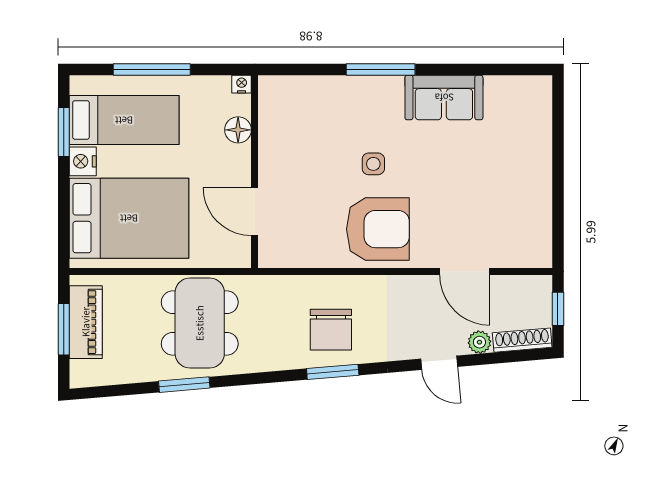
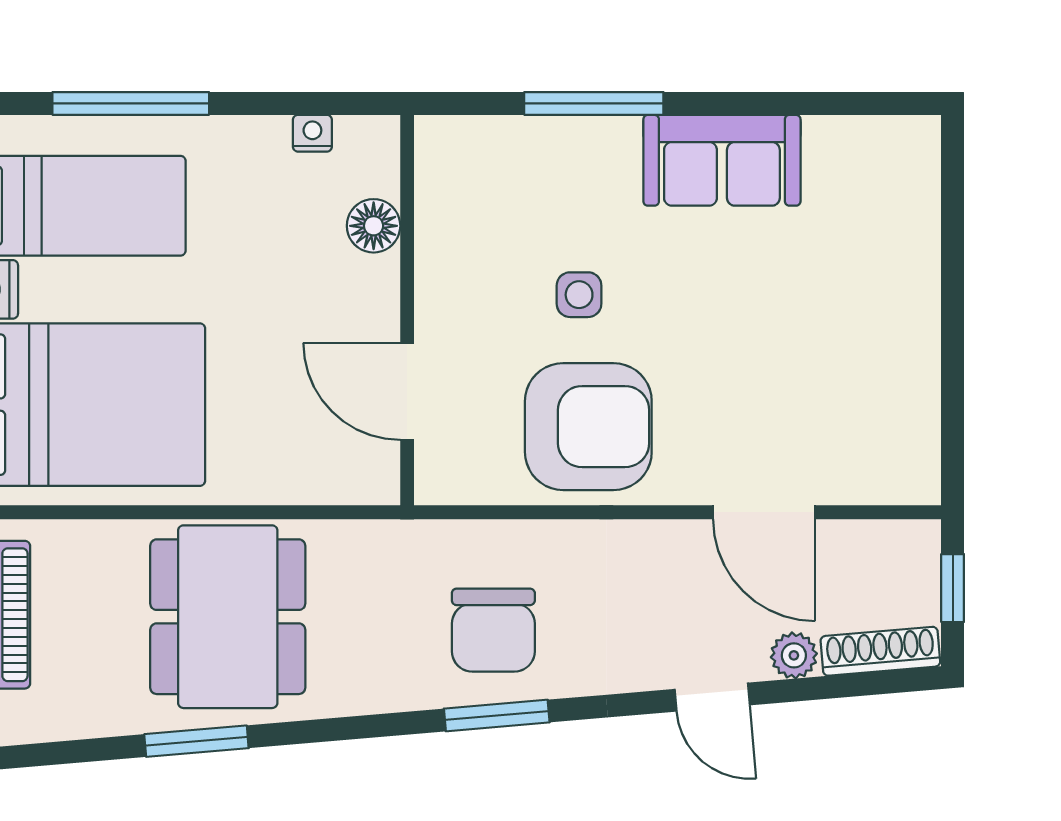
floor lamp: (238, 130) -> (374, 226), moved
wall: (255, 172) -> (407, 310), moved
door: (255, 212) -> (407, 391), moved

